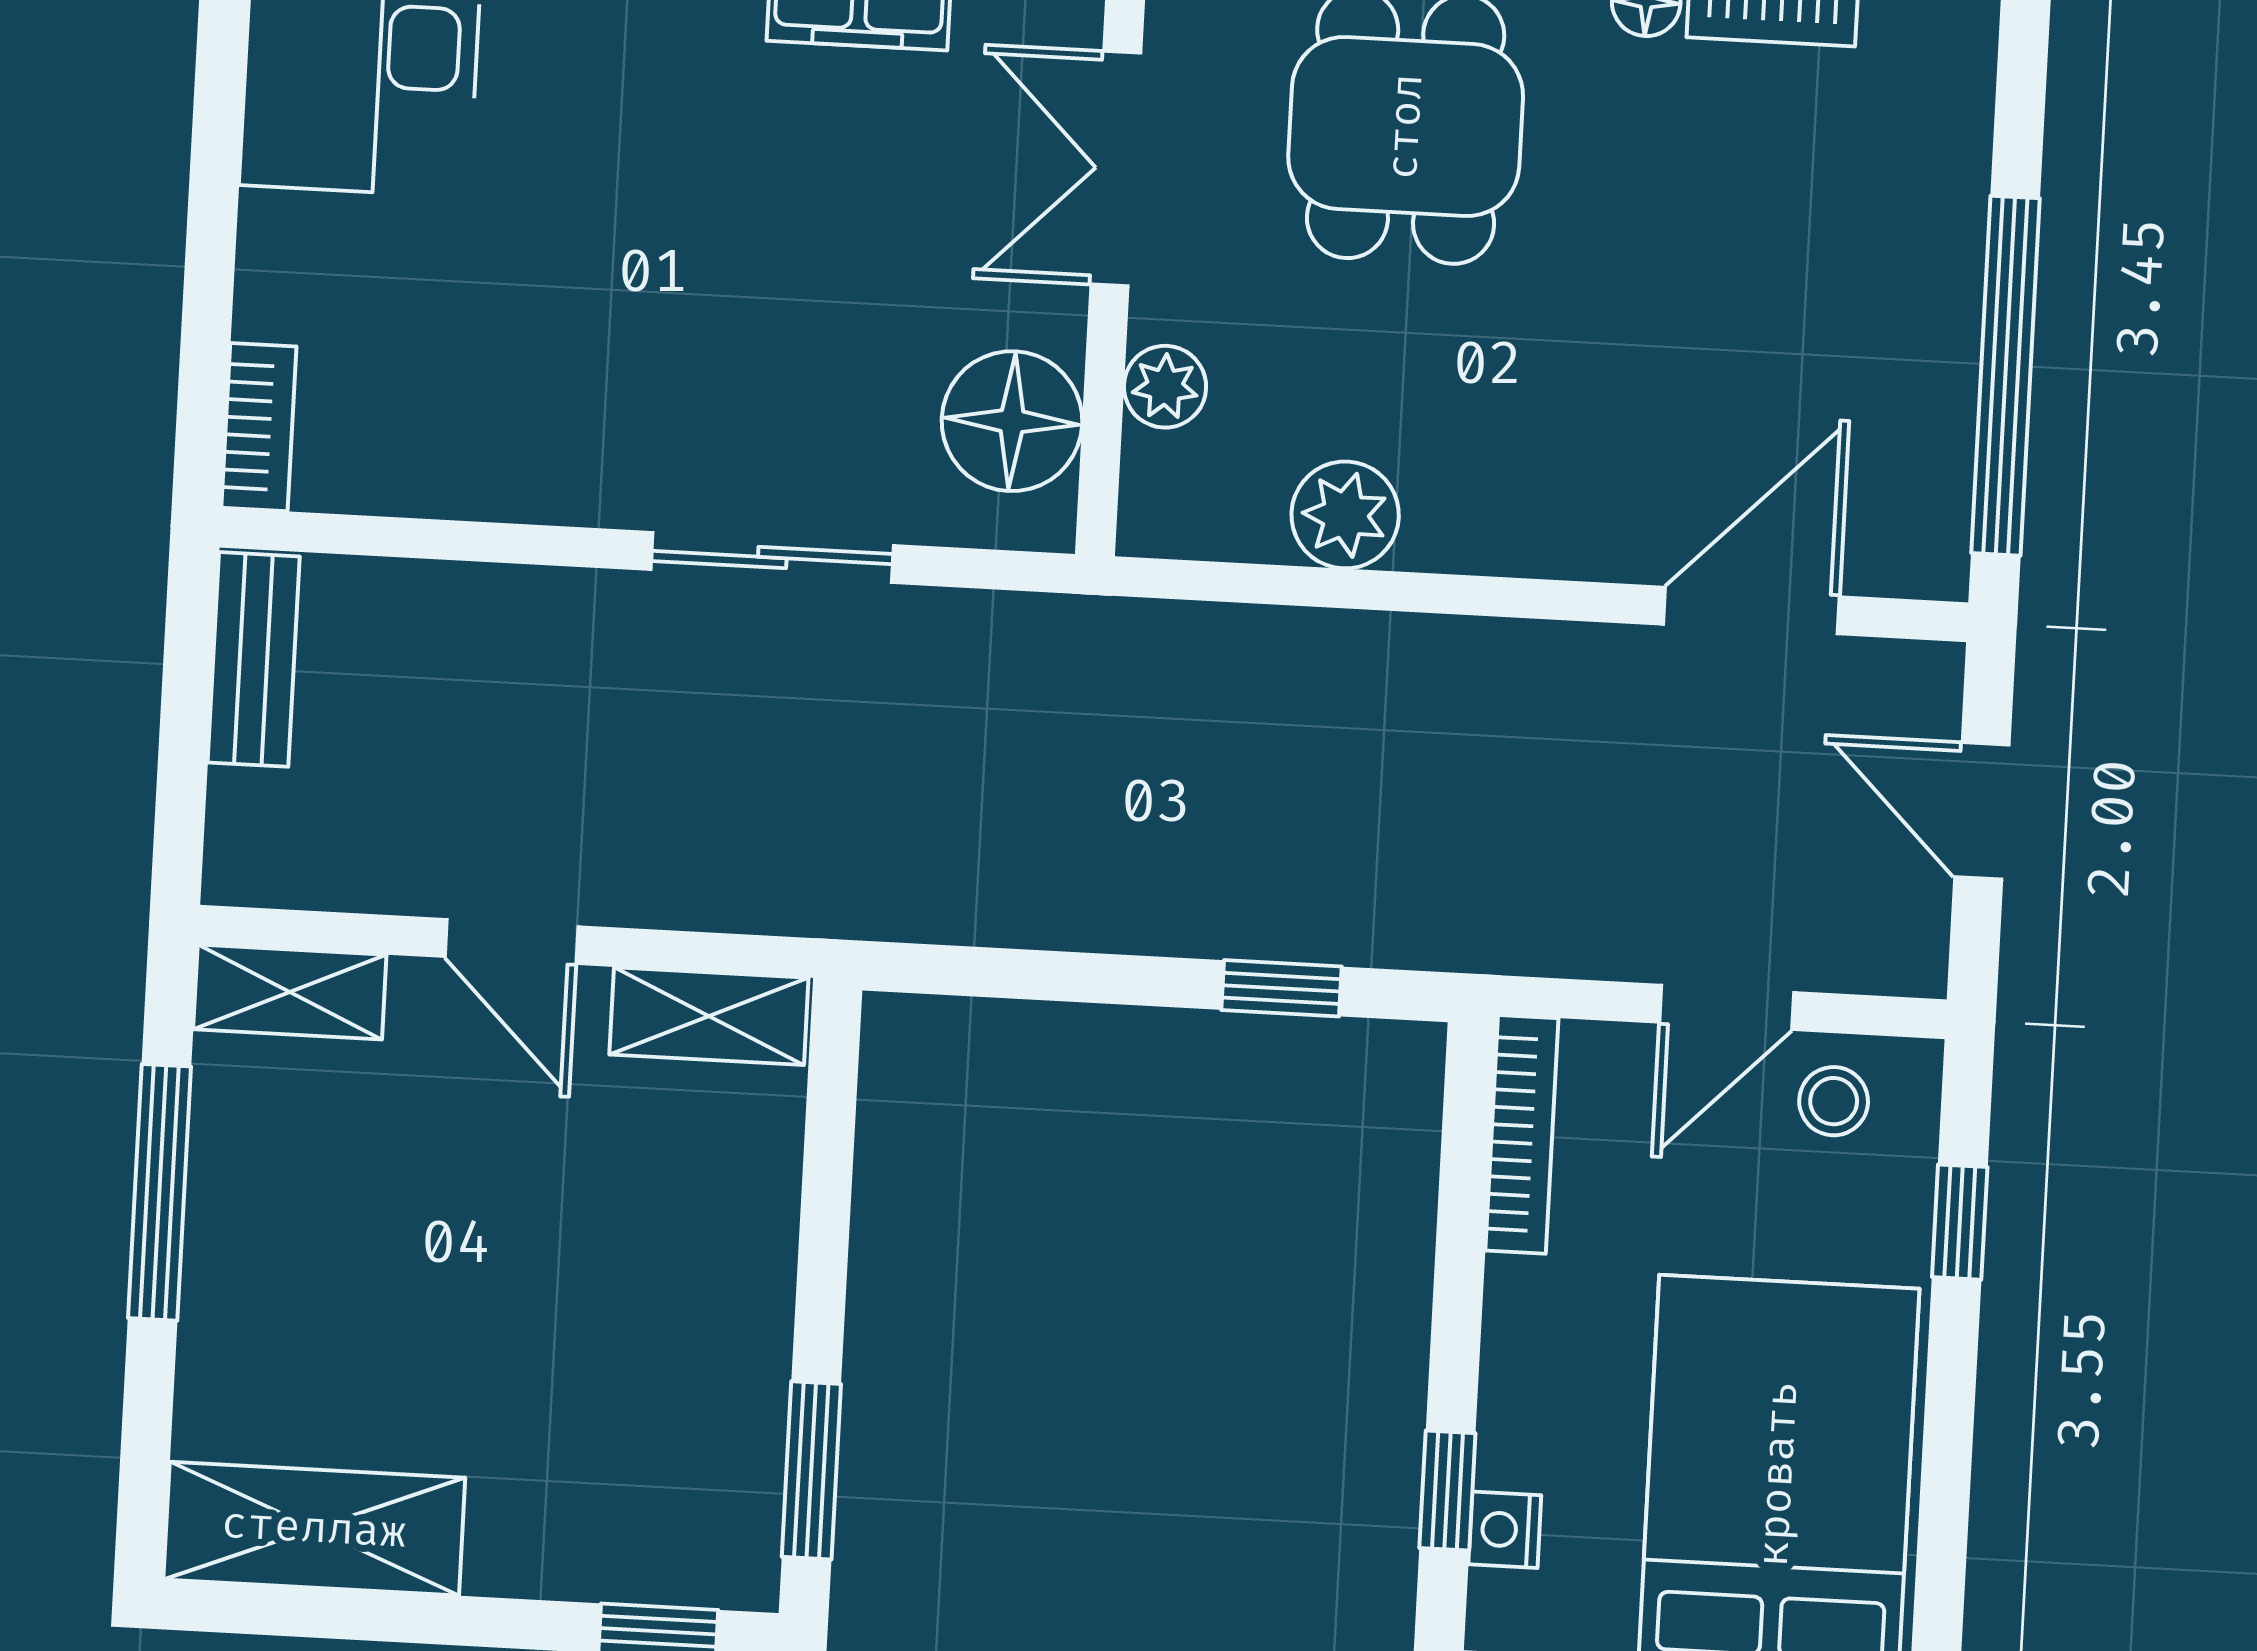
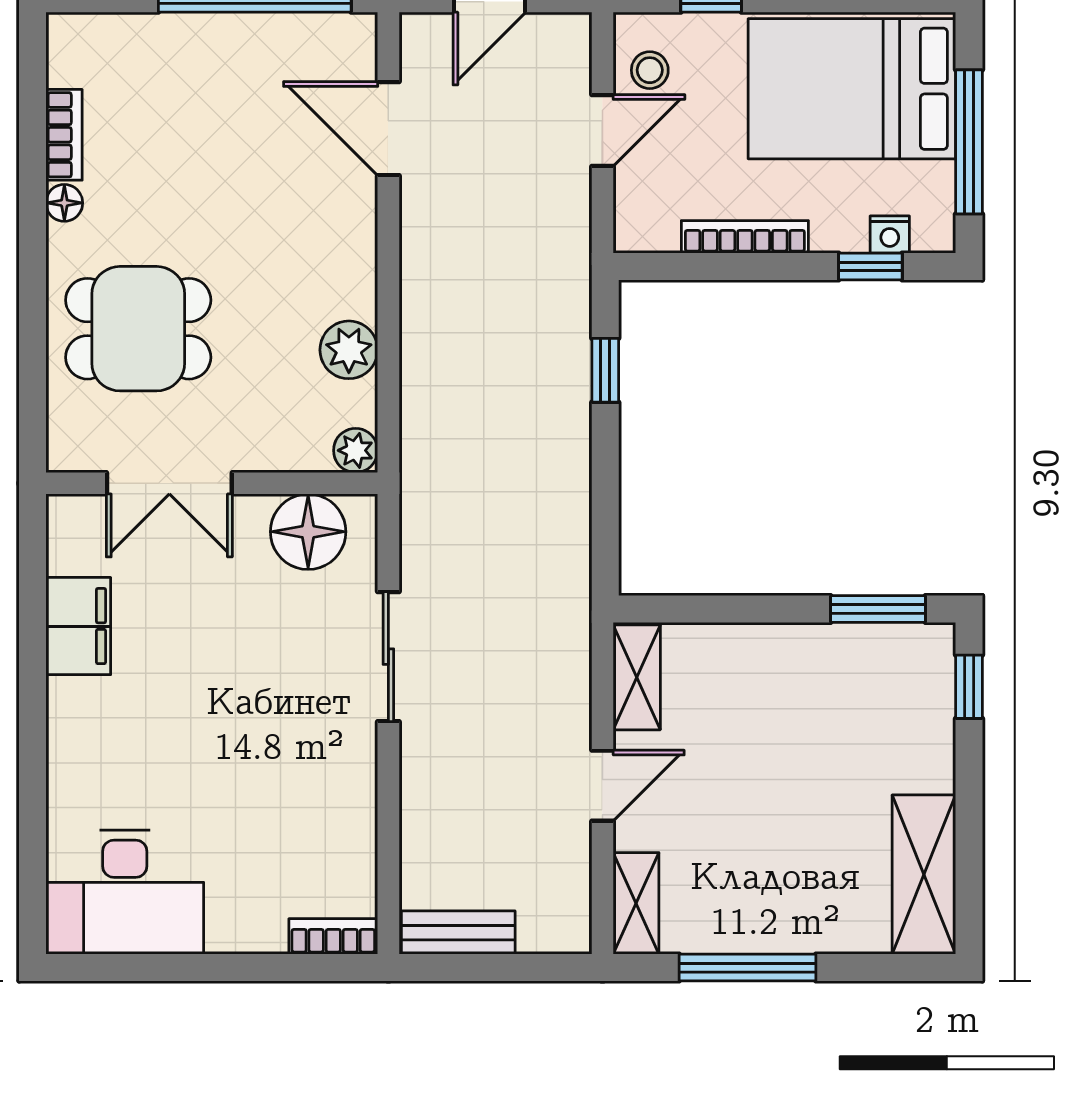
plant: (1165, 387) -> (356, 450), moved
door: (1727, 1007) -> (602, 130), hinge flipped
bookcase: (1522, 1134) -> (745, 237), moved

